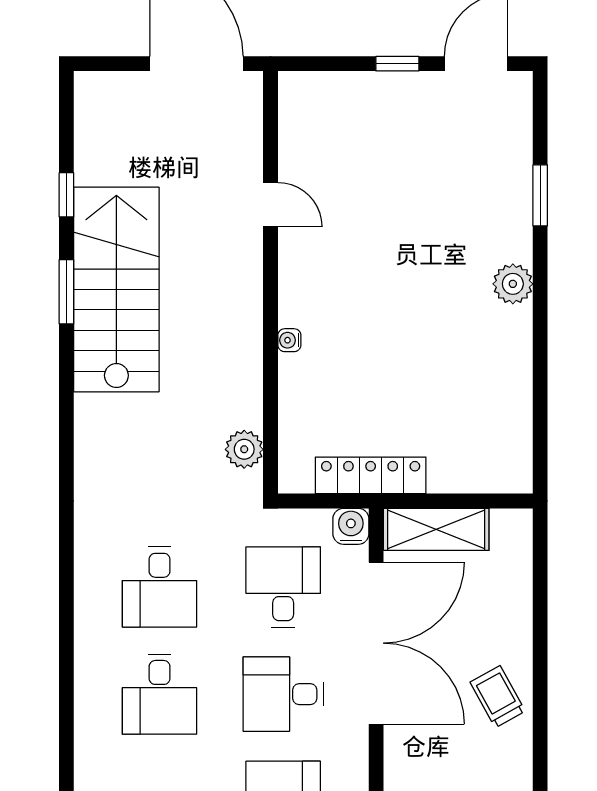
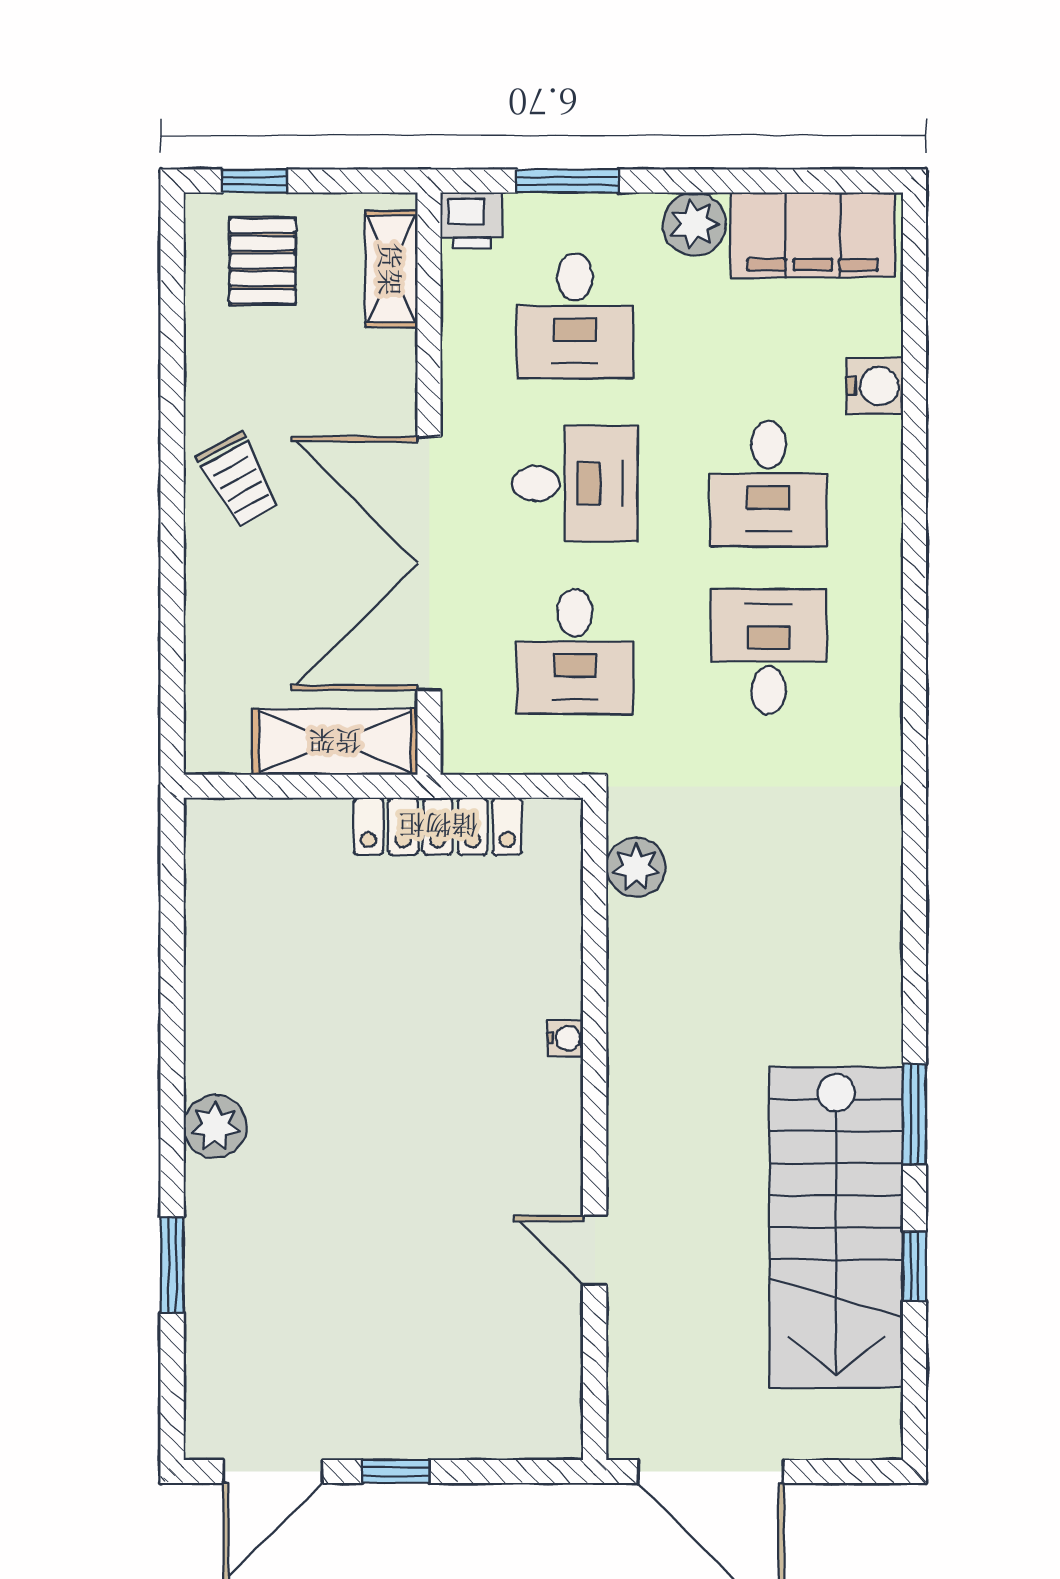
stairs: (116, 290) -> (836, 1227), moved
water cooler: (351, 526) -> (875, 386), moved, turned -90
desk: (160, 694) -> (769, 484), turned 180

